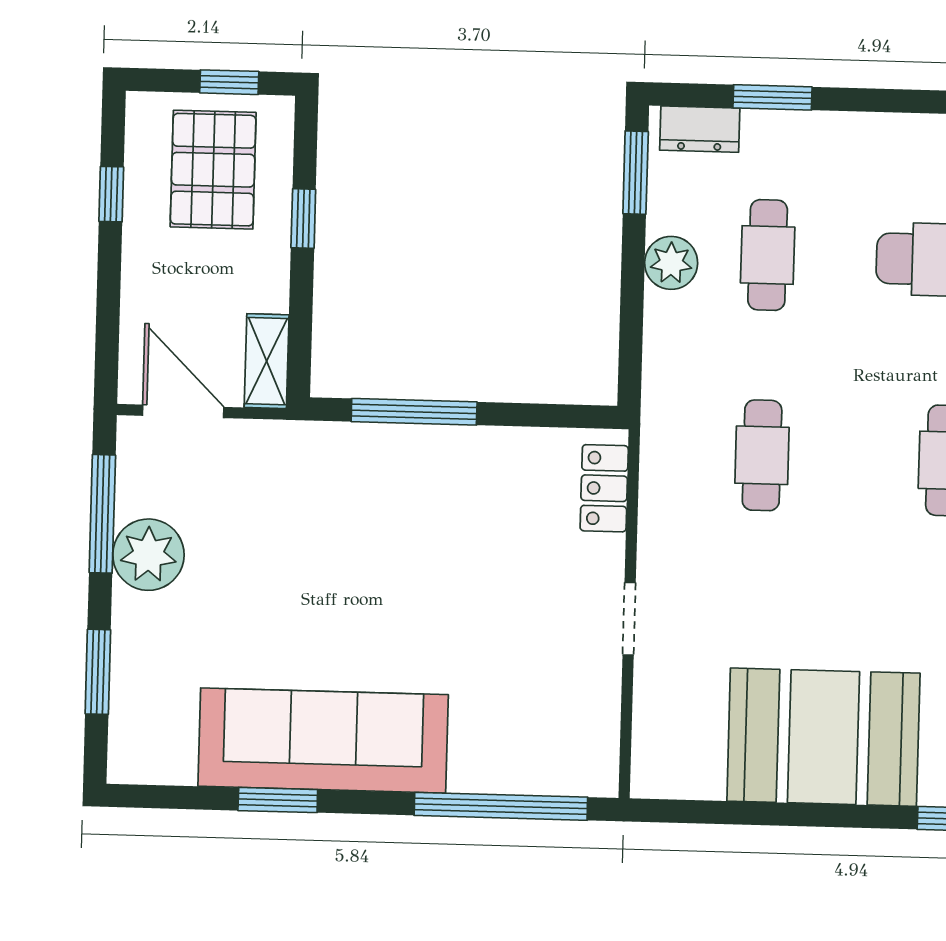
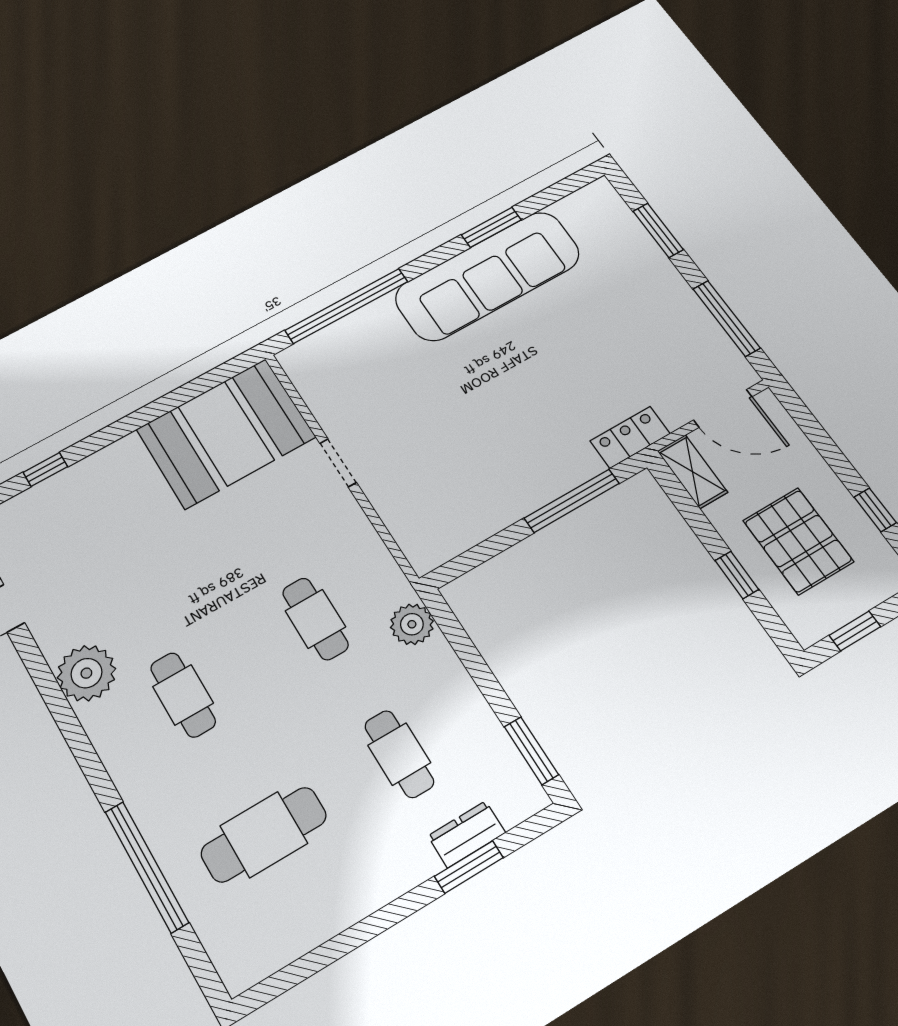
dresser: (700, 129) -> (467, 834), moved
pallet: (213, 170) -> (798, 541), moved
plant: (671, 263) -> (412, 624), moved
locker: (604, 488) -> (630, 437), moved, turned -90
plant: (148, 555) -> (679, 313), removed
booth: (823, 737) -> (226, 433), moved

